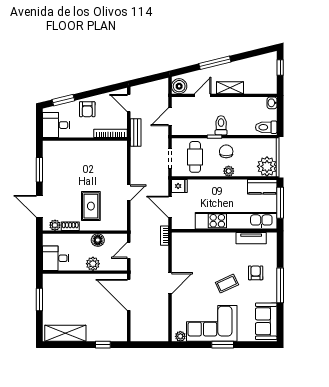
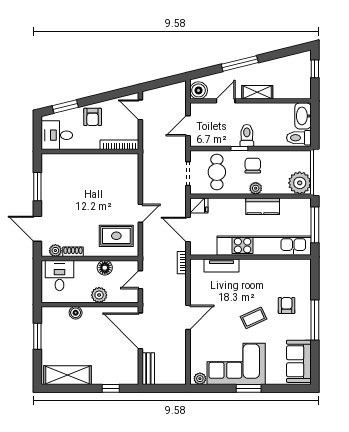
washbasin: (272, 103) -> (303, 116), width x1.91, depth x1.45
bench: (136, 133) -> (148, 369), moved
kitchen counter: (262, 187) -> (263, 206), moved
rug: (91, 206) -> (116, 236), moved, turned 90
tv unit: (251, 238) -> (221, 265), moved
desk: (56, 258) -> (59, 276), moved, turned 90
boiler: (72, 279) -> (76, 313), added

